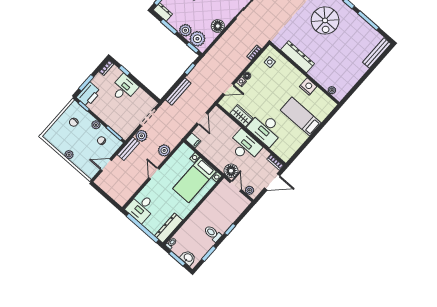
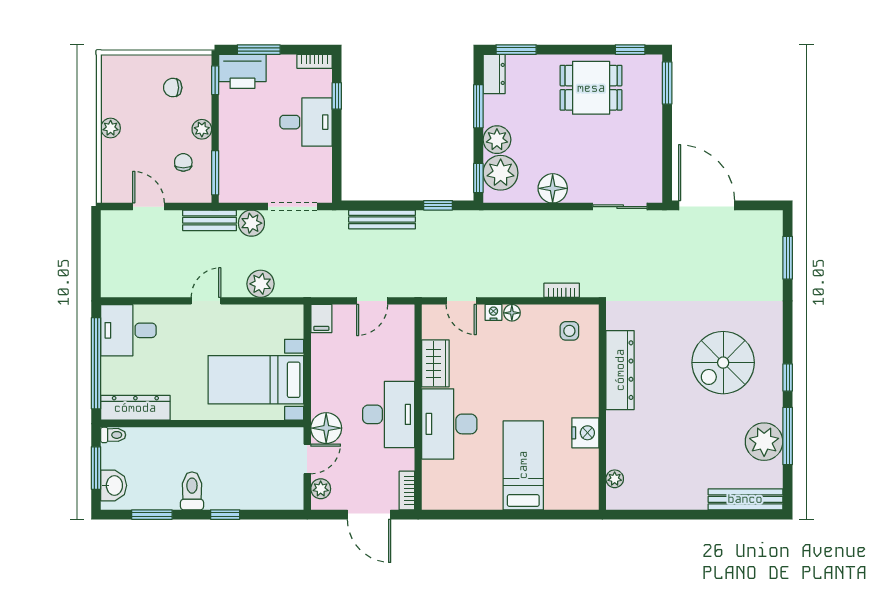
plant: (363, 30) -> (764, 442), added

